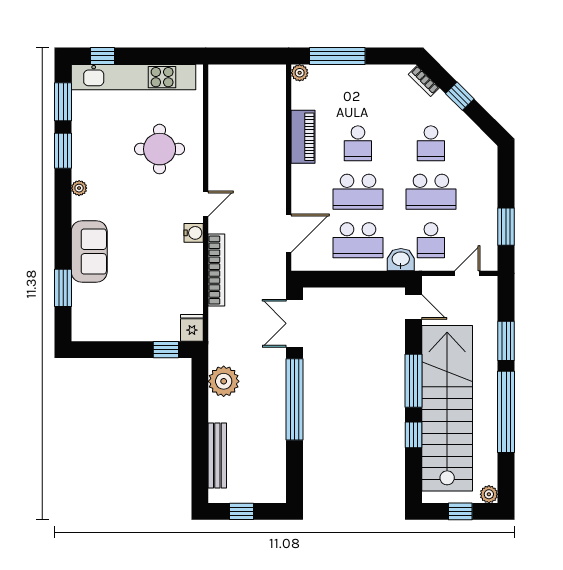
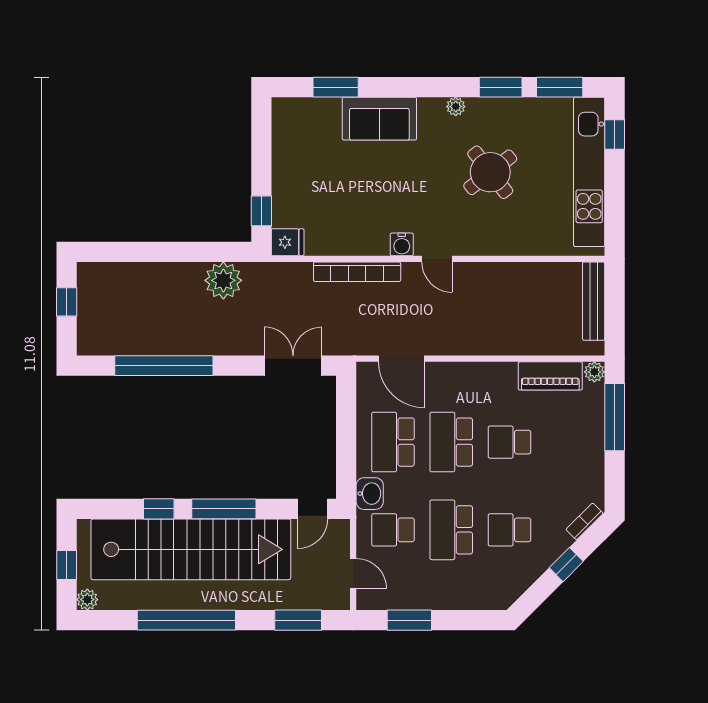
piano: (303, 137) -> (550, 376), moved
round table: (160, 149) -> (490, 172), moved, turned -38
window: (506, 341) -> (298, 620), moved
window: (294, 399) -> (164, 366), moved
bench: (217, 456) -> (594, 301), moved, turned 90

